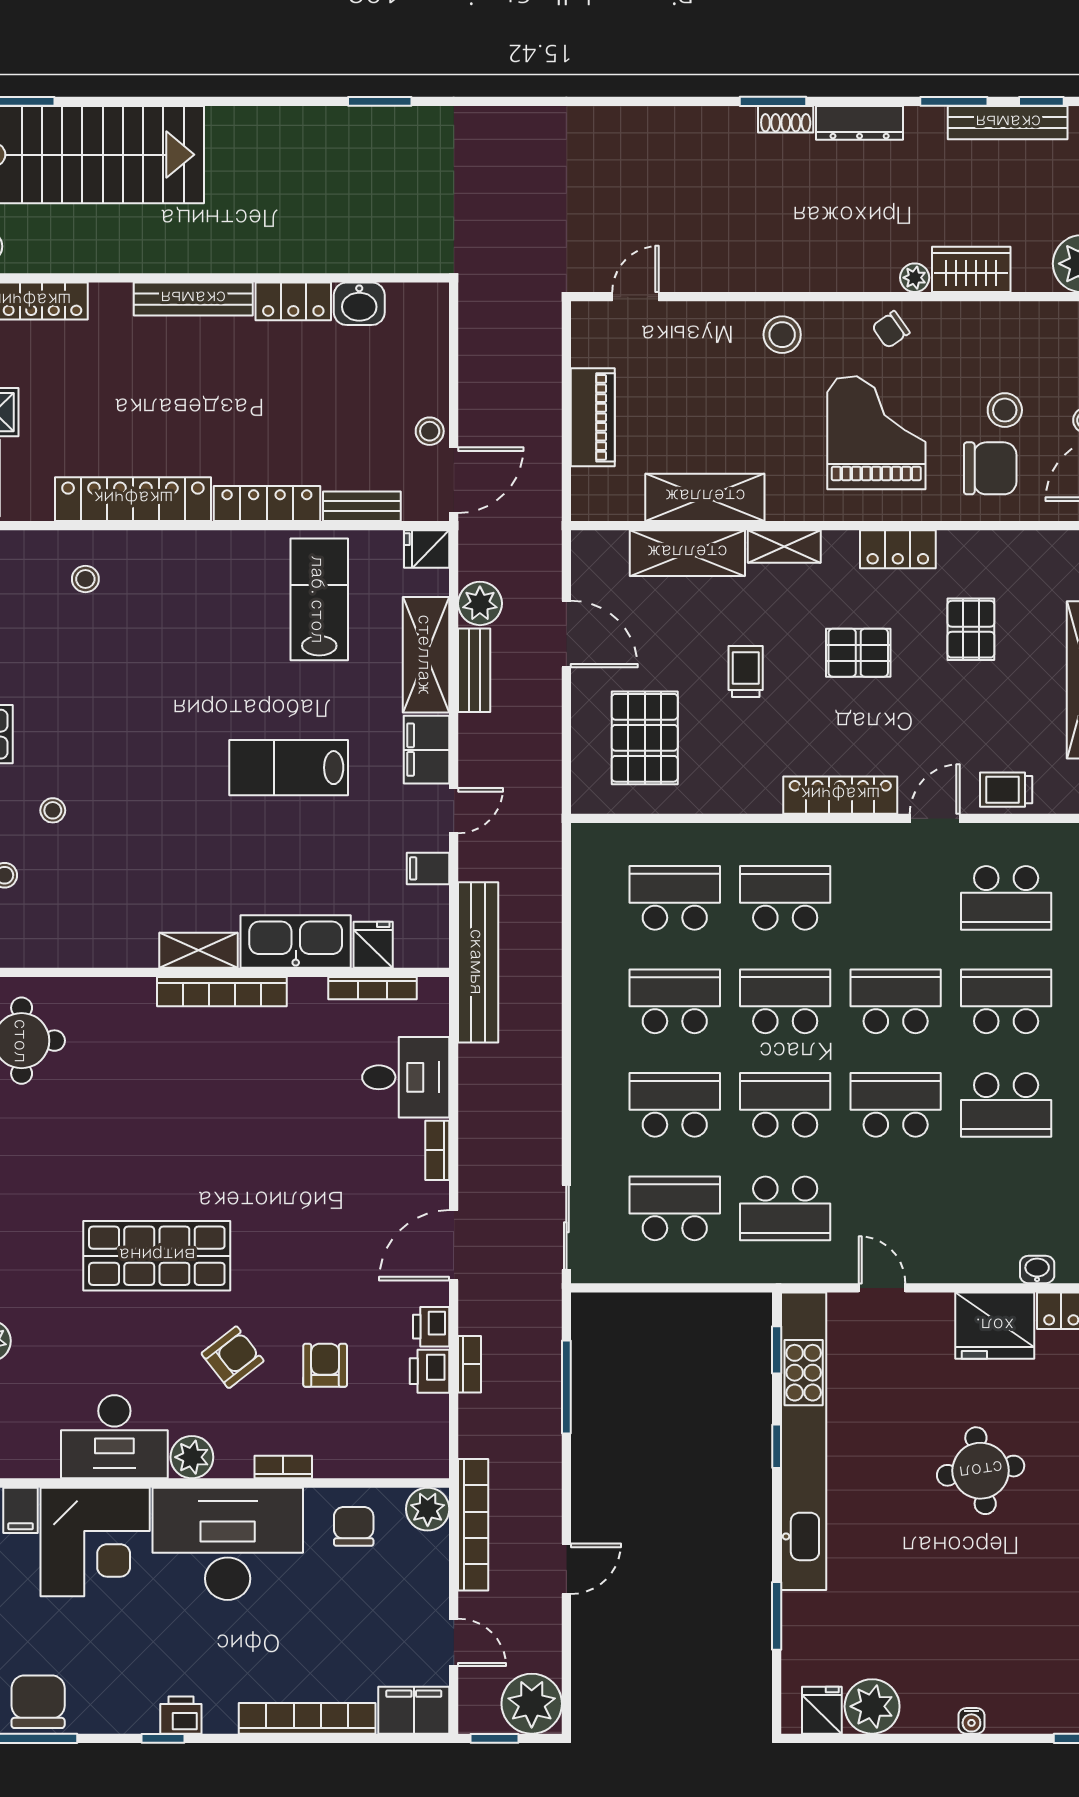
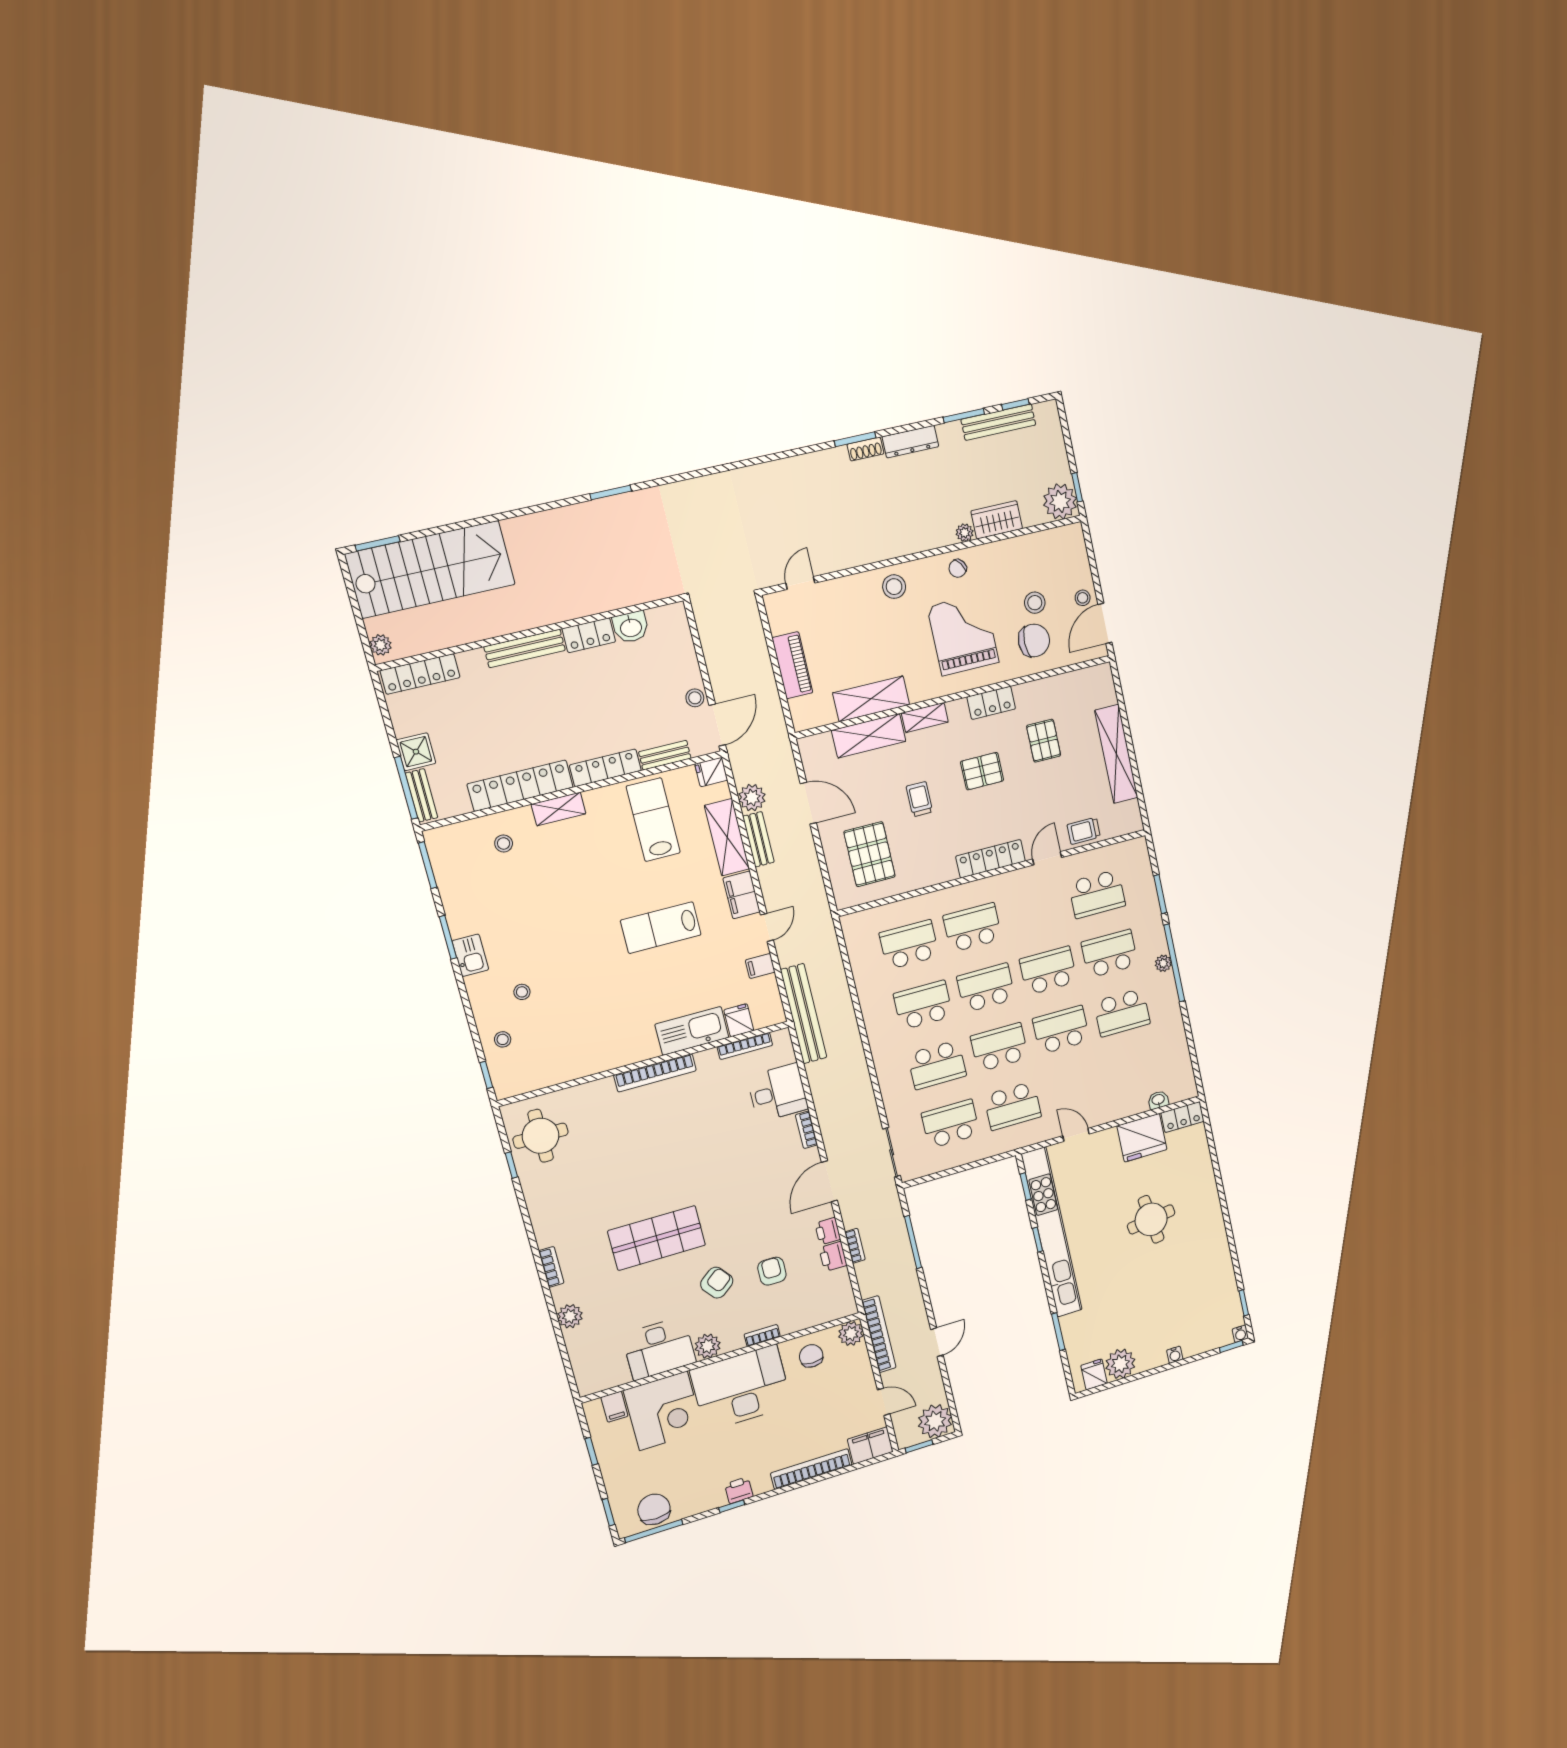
shelving: (198, 950) -> (559, 809), moved
school desk: (675, 1105) -> (937, 1065), turned 180

